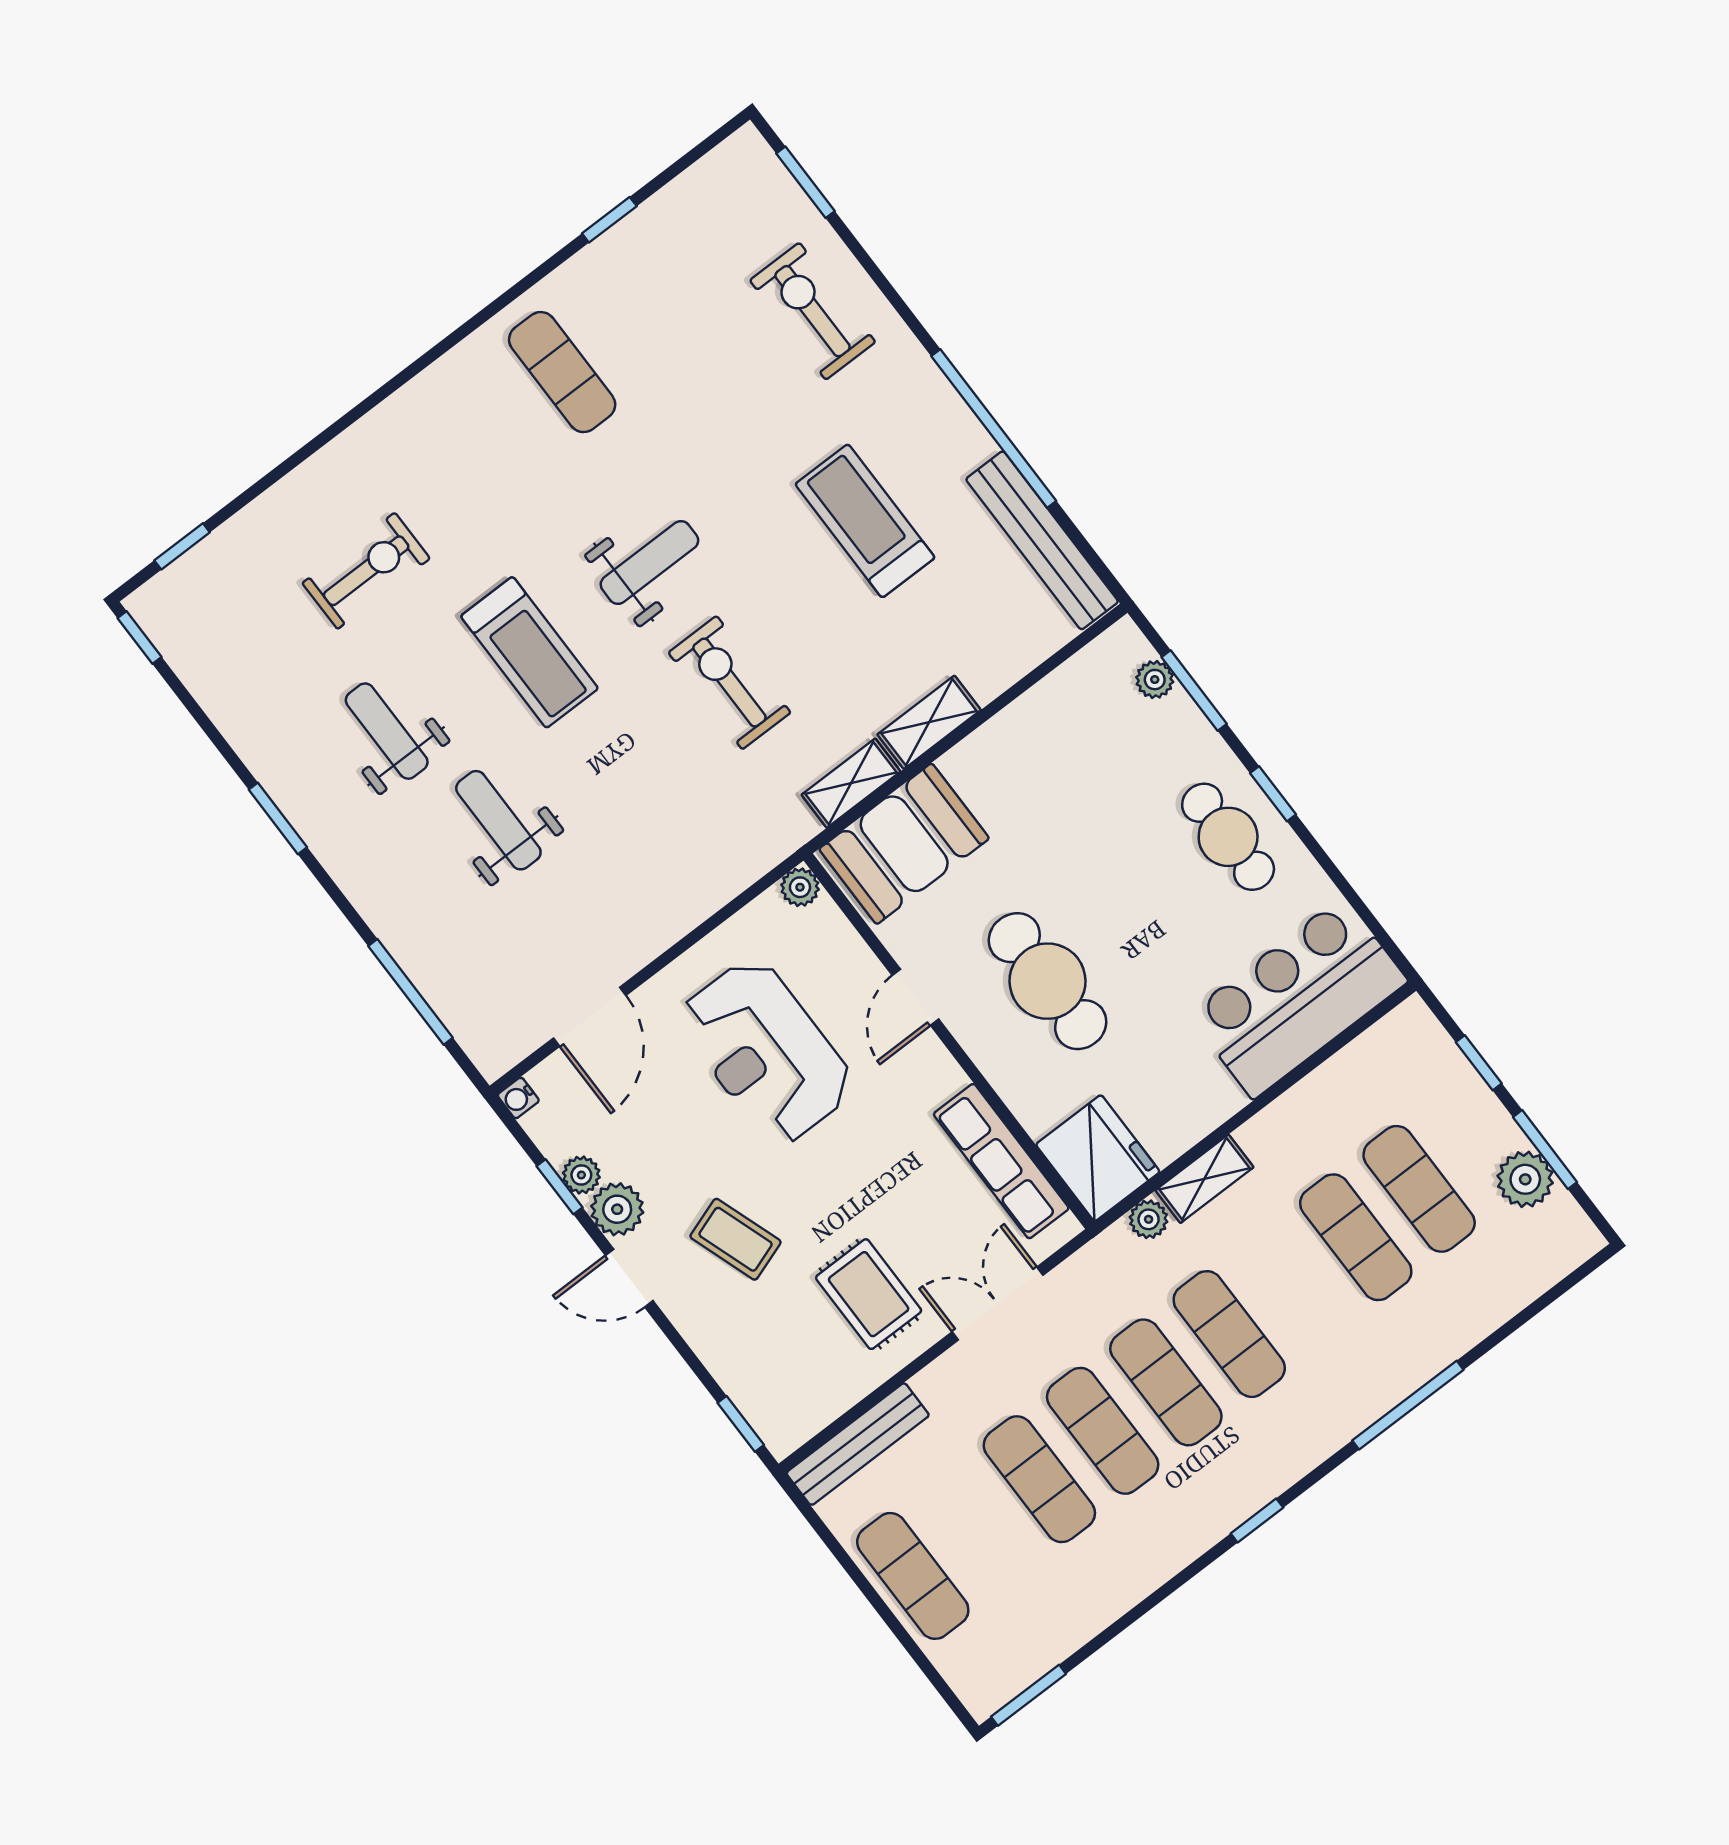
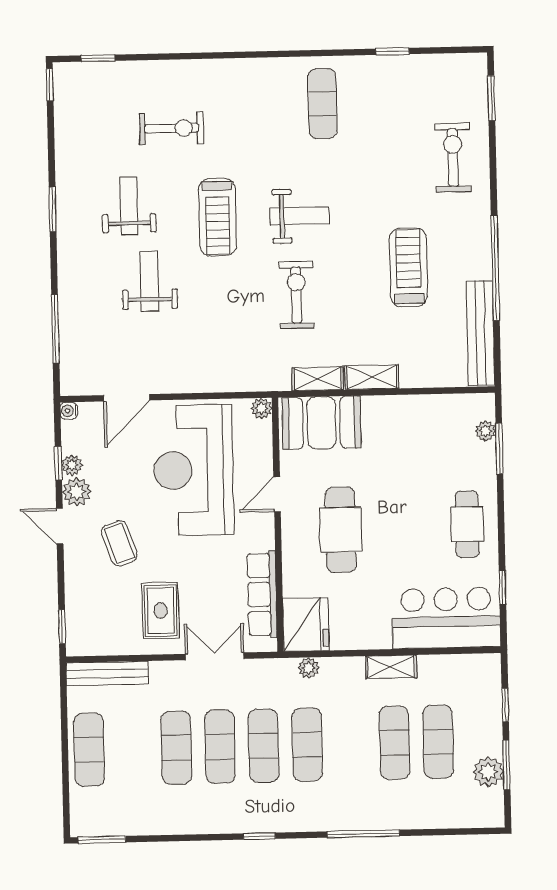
window: (1273, 794) -> (503, 588), moved
reception desk: (766, 1052) -> (193, 470), width x1.36, depth x1.30
shelving: (1204, 1179) -> (391, 667), moved

